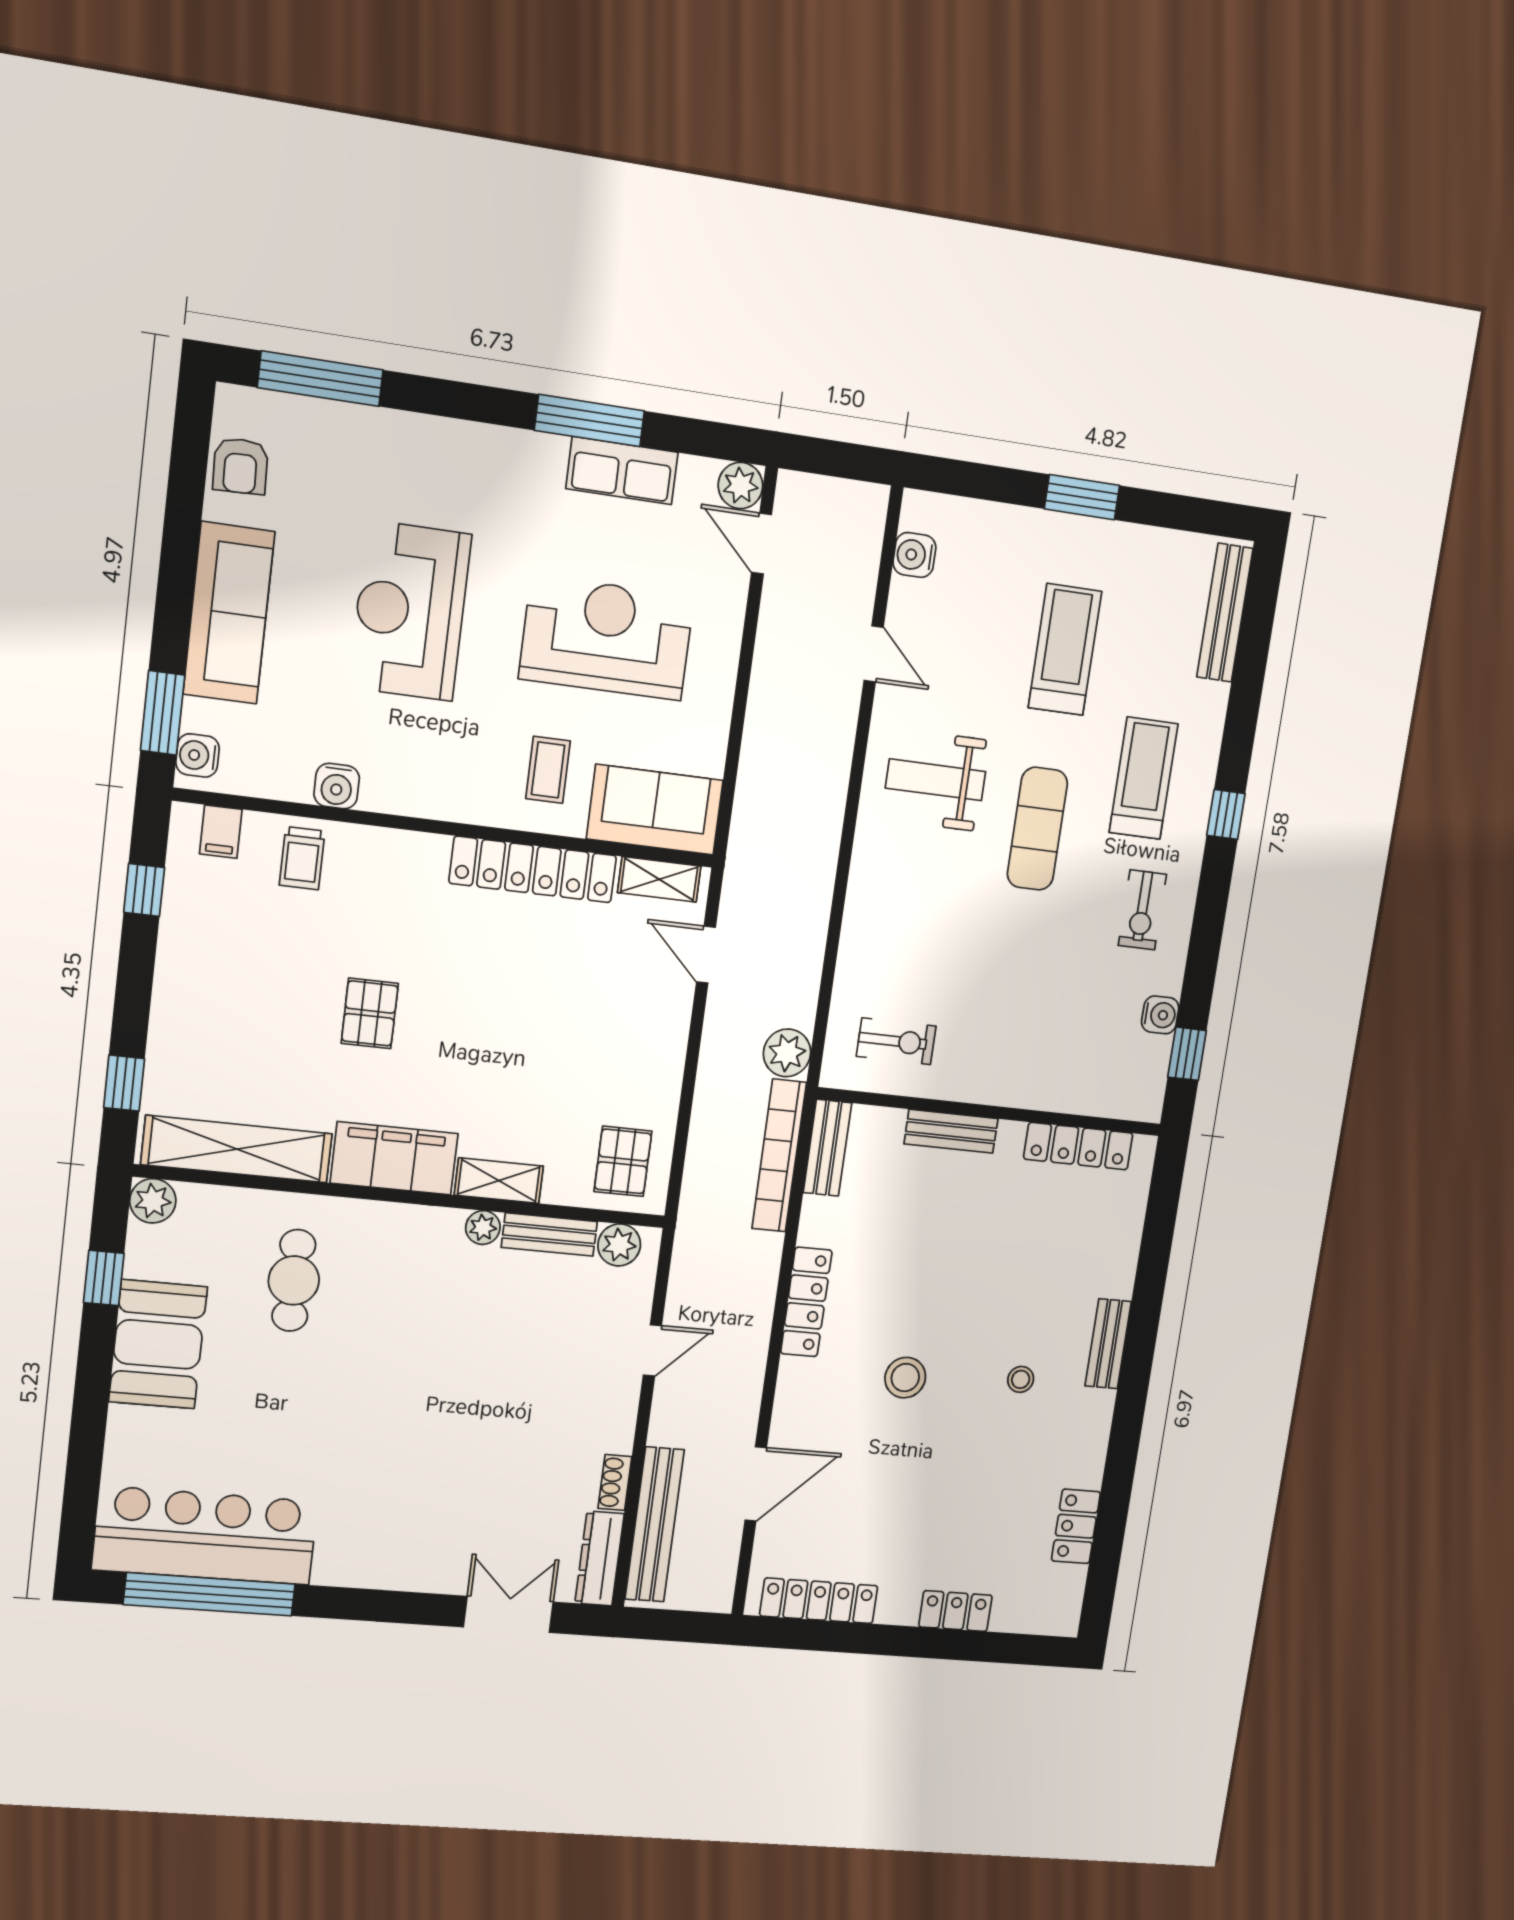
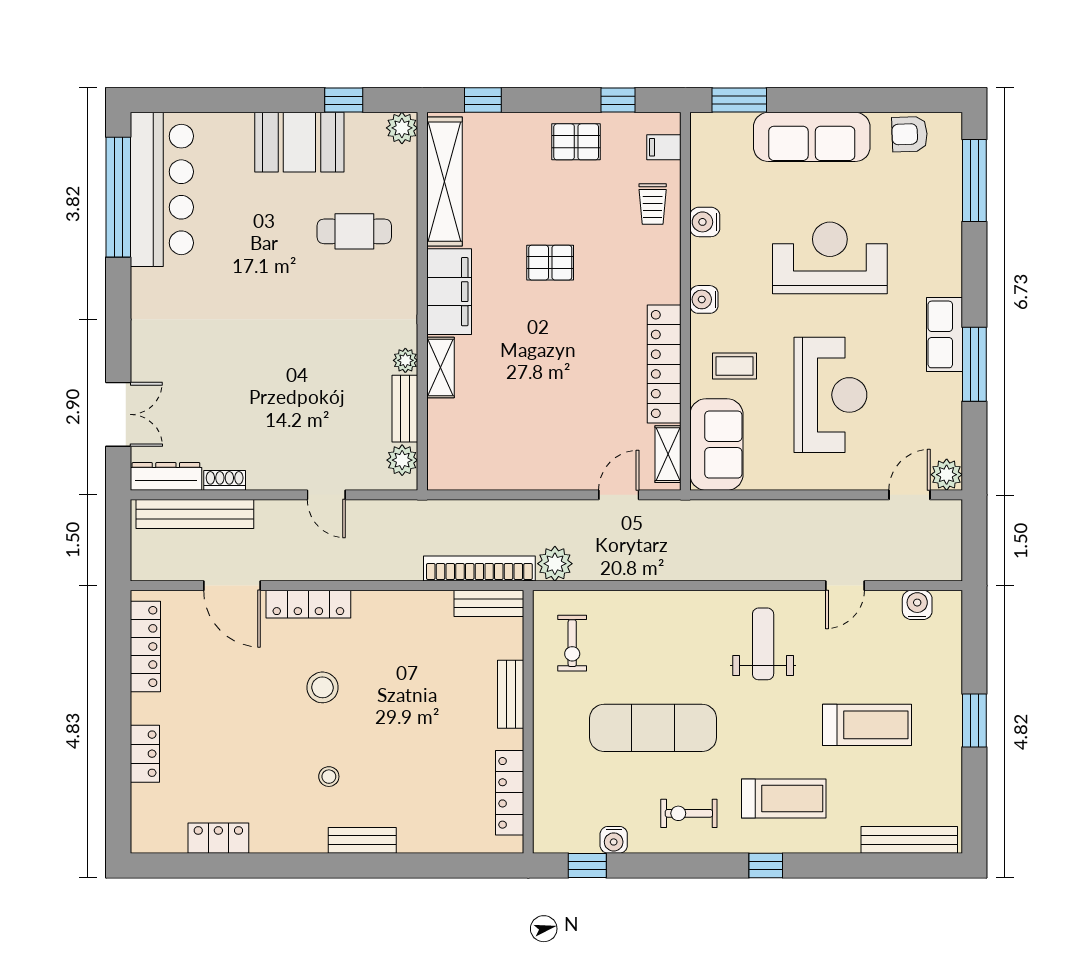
row of seats: (622, 471) -> (944, 334), moved
water cooler: (197, 755) -> (704, 299), moved, turned -90
exercise mat: (1037, 829) -> (653, 728), moved, width x1.36, depth x1.45
trolley: (302, 858) -> (653, 204), turned -90
pallet: (623, 1161) -> (576, 142), moved
locker: (806, 1302) -> (308, 604), moved

